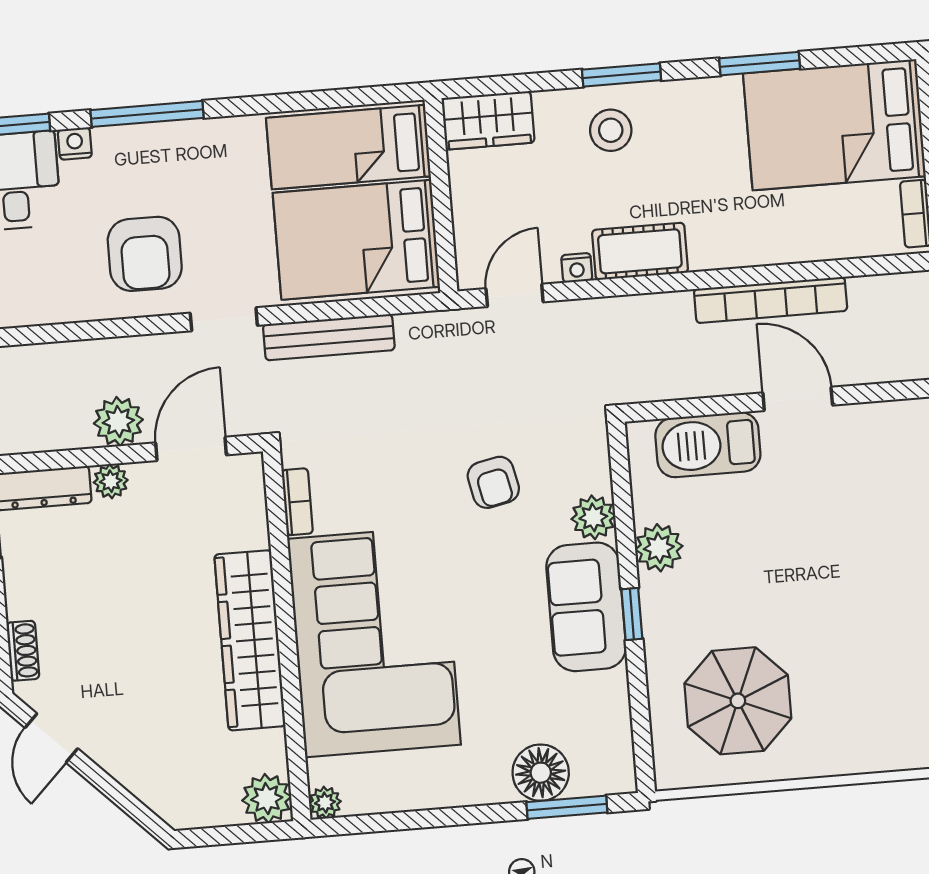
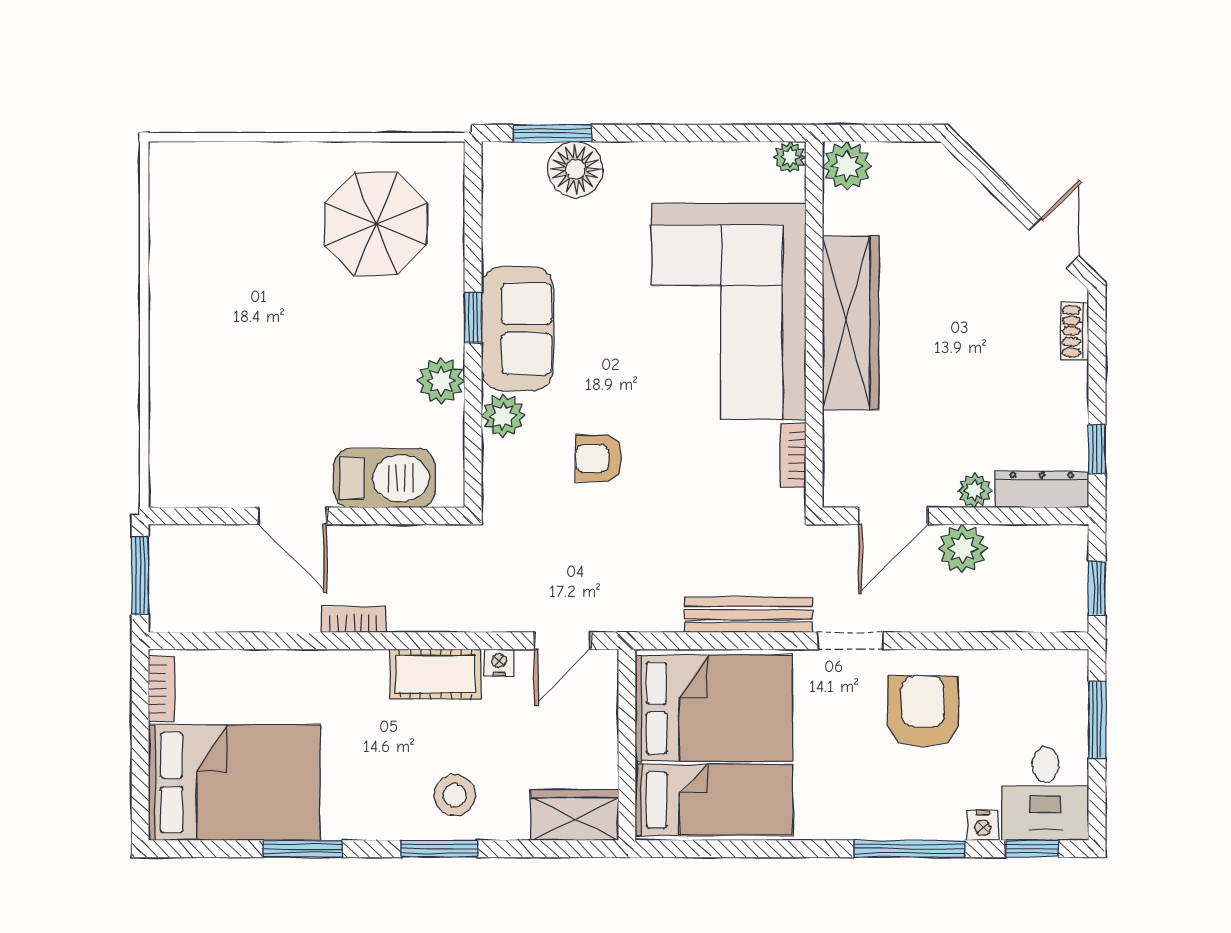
bookcase: (771, 300) -> (354, 619), width x0.43, depth x0.76
armchair: (493, 482) -> (599, 459), turned -78

